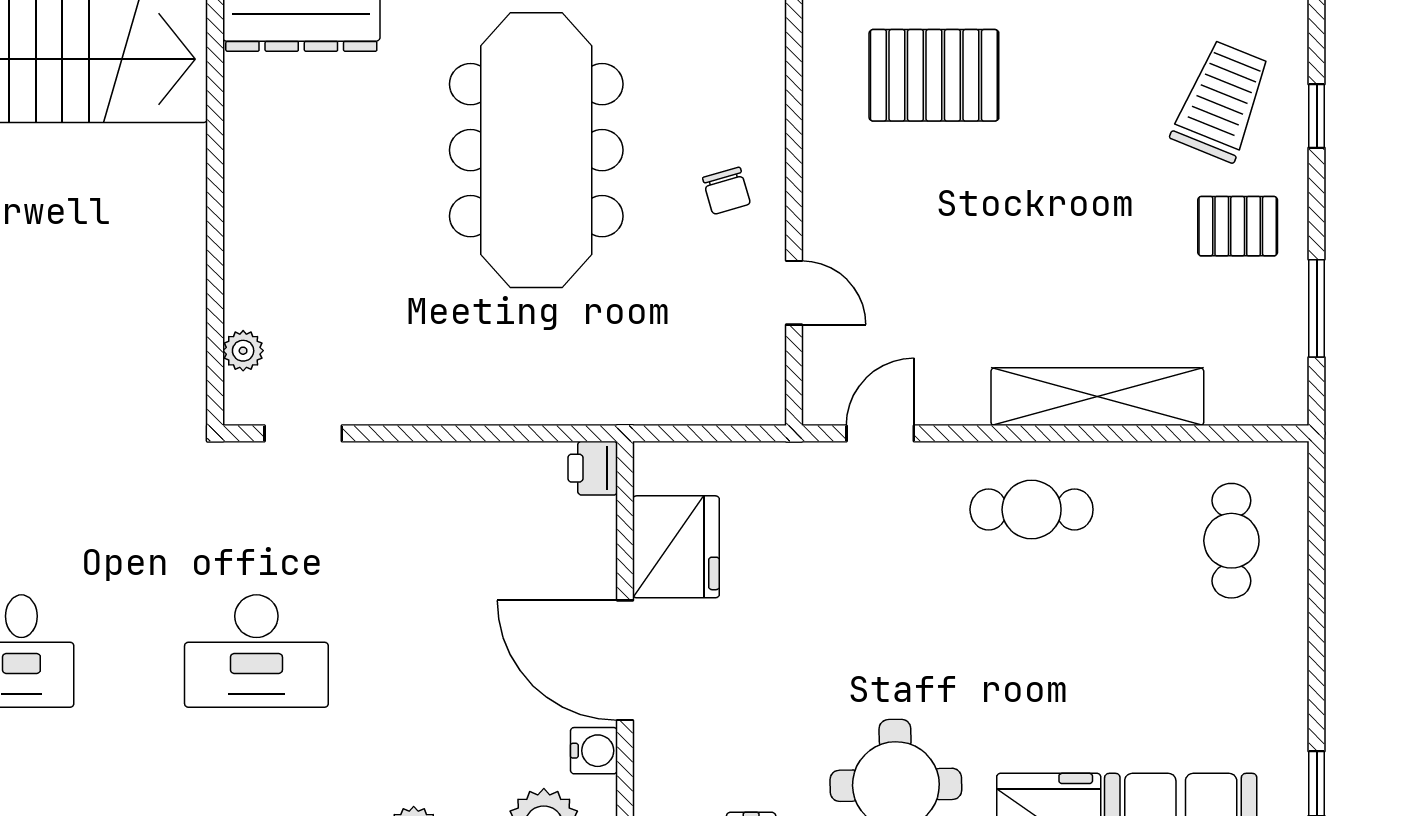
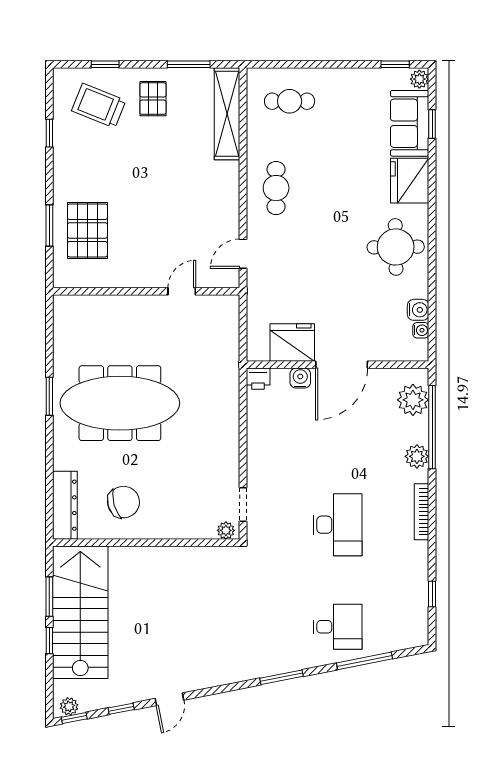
chair: (726, 191) -> (124, 502), moved, width x1.87, depth x1.87
plant: (243, 351) -> (226, 530), moved
shelving: (1097, 397) -> (227, 114), moved
door: (880, 433) -> (243, 254), hinge flipped
water cooler: (594, 751) -> (300, 378), moved

